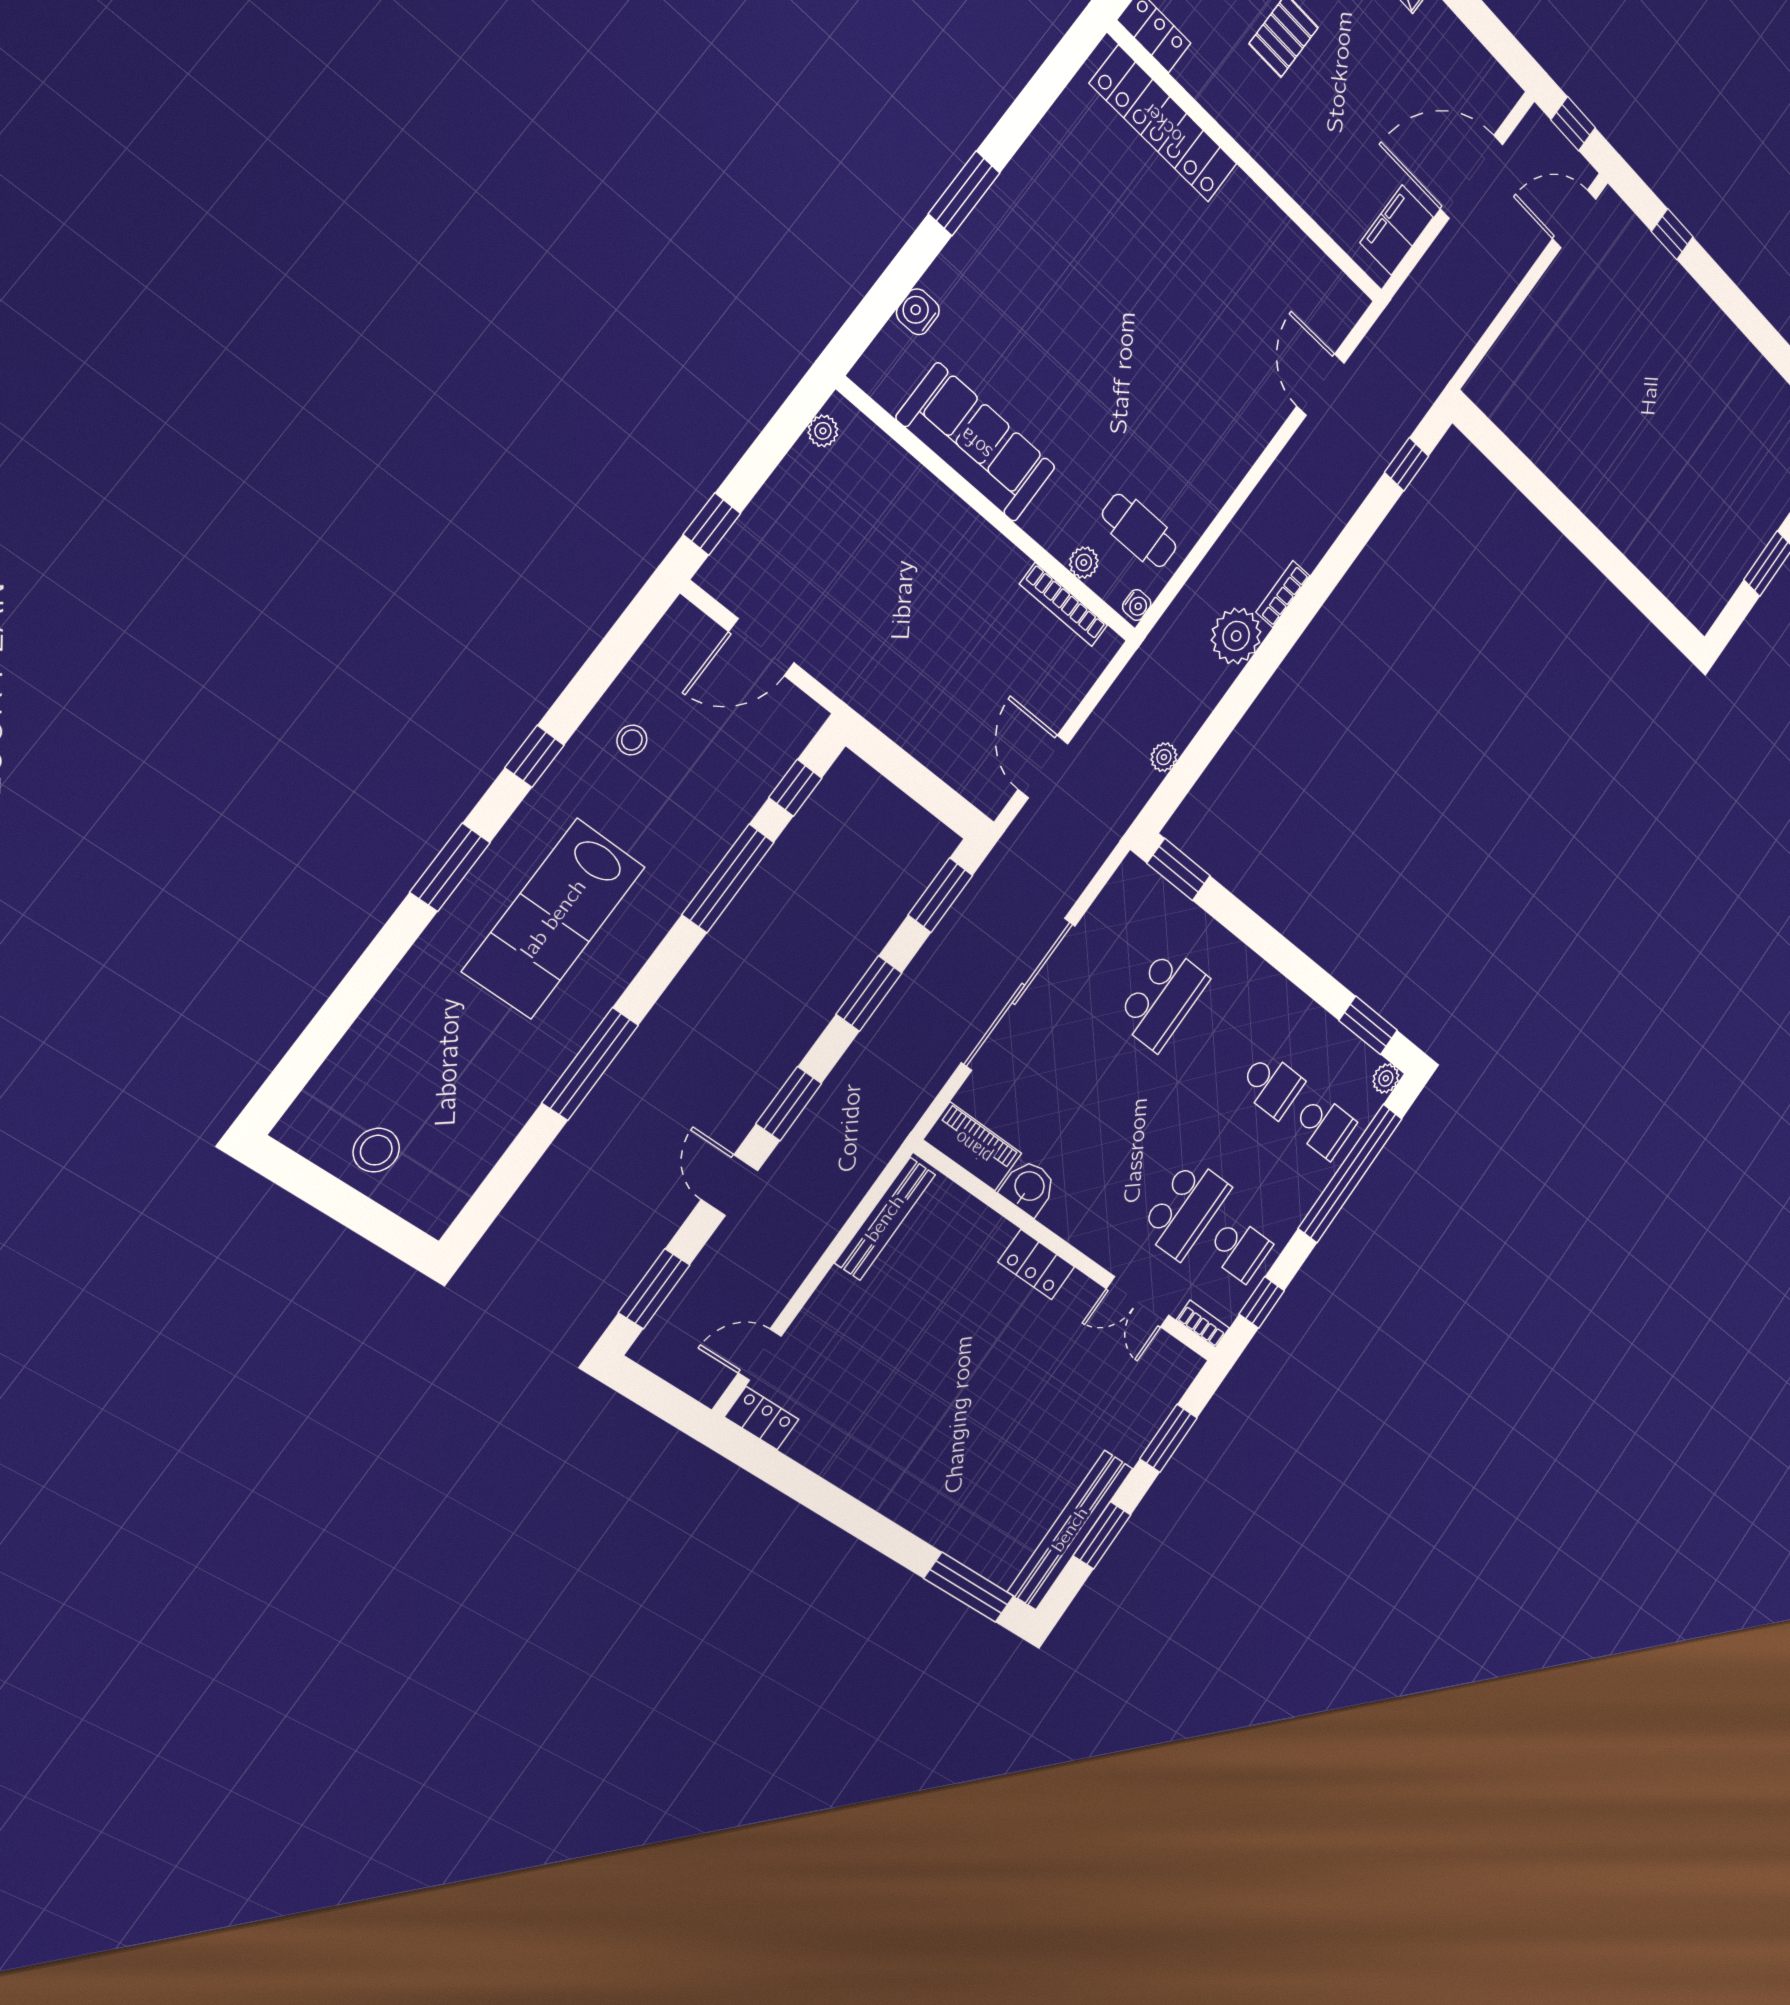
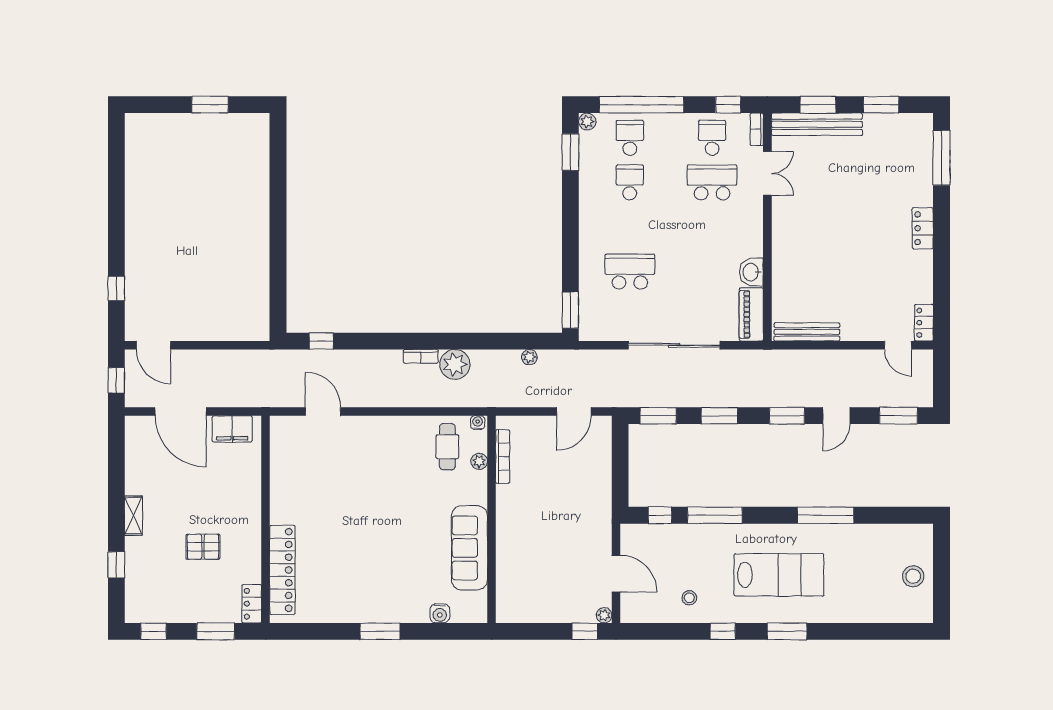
door: (1321, 385) -> (323, 412), swing flipped
plant: (823, 431) -> (604, 615), moved
locker: (1036, 1264) -> (923, 228), moved, turned 180
bench: (1070, 1530) -> (817, 124), moved

